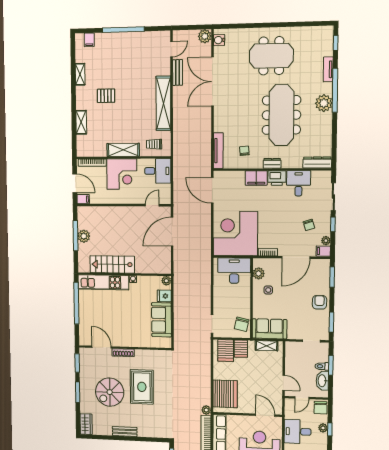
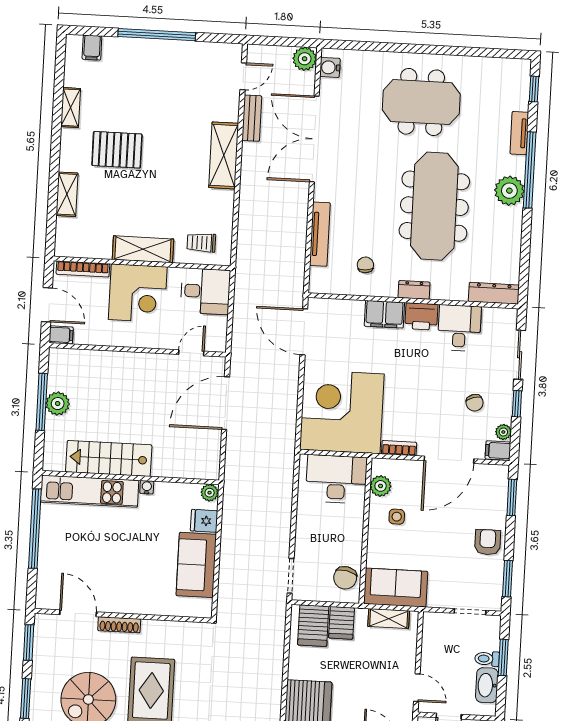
pallet: (106, 96) -> (117, 150), width x1.50, depth x1.42
shelving: (163, 103) -> (224, 155), width x0.68
tv unit: (218, 151) -> (320, 234), moved

